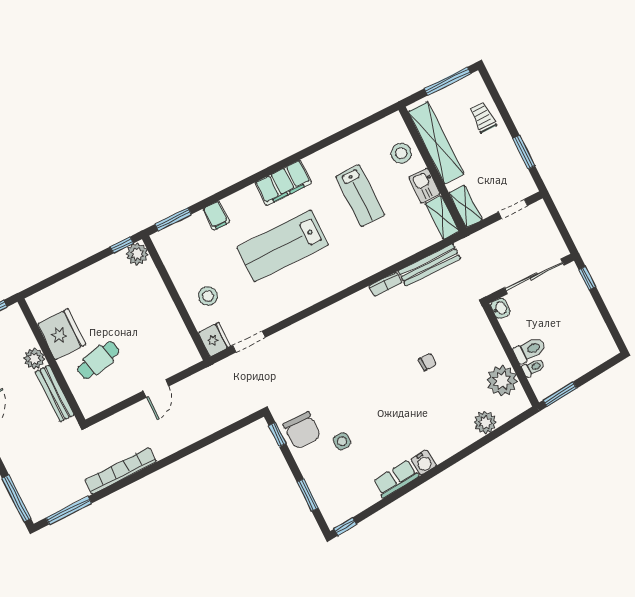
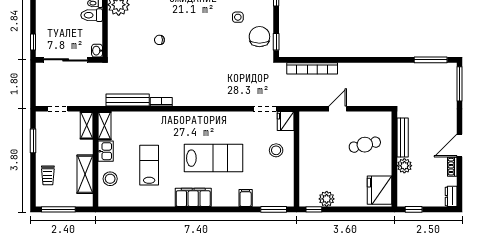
shelving: (436, 143) -> (85, 174), width x0.68
plant: (137, 254) -> (327, 199), moved
fridge: (62, 334) -> (380, 190), moved
bookcase: (121, 471) -> (312, 68), moved

